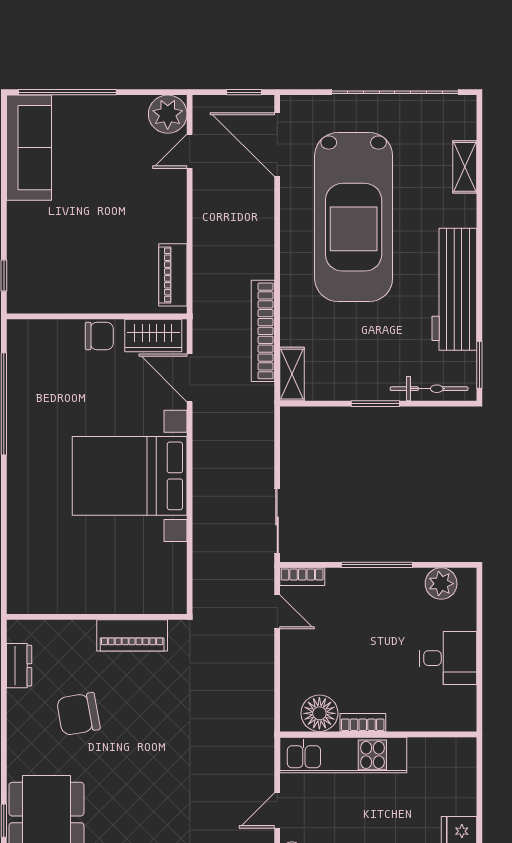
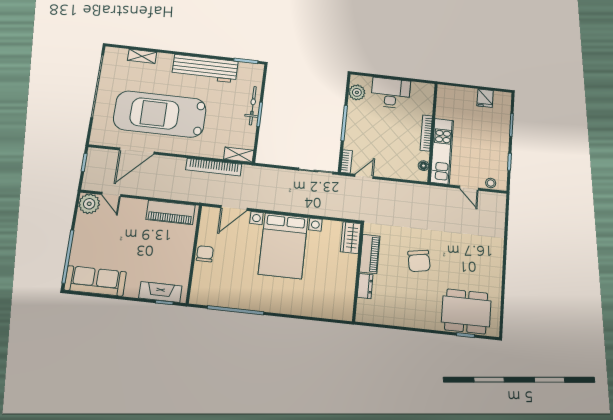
door: (277, 144) -> (137, 151), moved
car: (354, 217) -> (160, 114), turned 180
fireplace: (22, 266) -> (160, 292), added
piano: (173, 275) -> (170, 212), width x1.37, depth x1.33
wardrobe: (153, 335) -> (351, 238), moved, turned 180
bicycle: (429, 389) -> (253, 106), moved
desk: (448, 658) -> (391, 93), width x1.37
dresser: (19, 666) -> (365, 286), moved, turned 90
floor lamp: (319, 713) -> (423, 166), width x0.53, depth x0.53
chair: (78, 714) -> (419, 261), moved
bookcase: (363, 723) -> (426, 133), width x1.56

